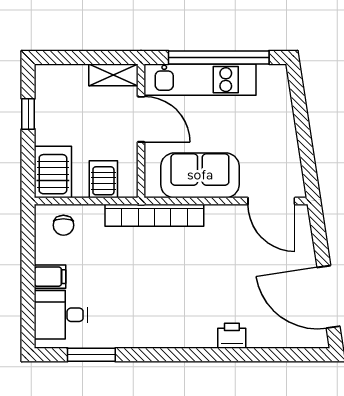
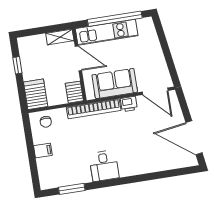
server rack: (103, 179) -> (74, 92), moved
desk: (61, 315) -> (104, 166), moved, turned -90
printer: (232, 336) -> (129, 104), moved, turned 180

